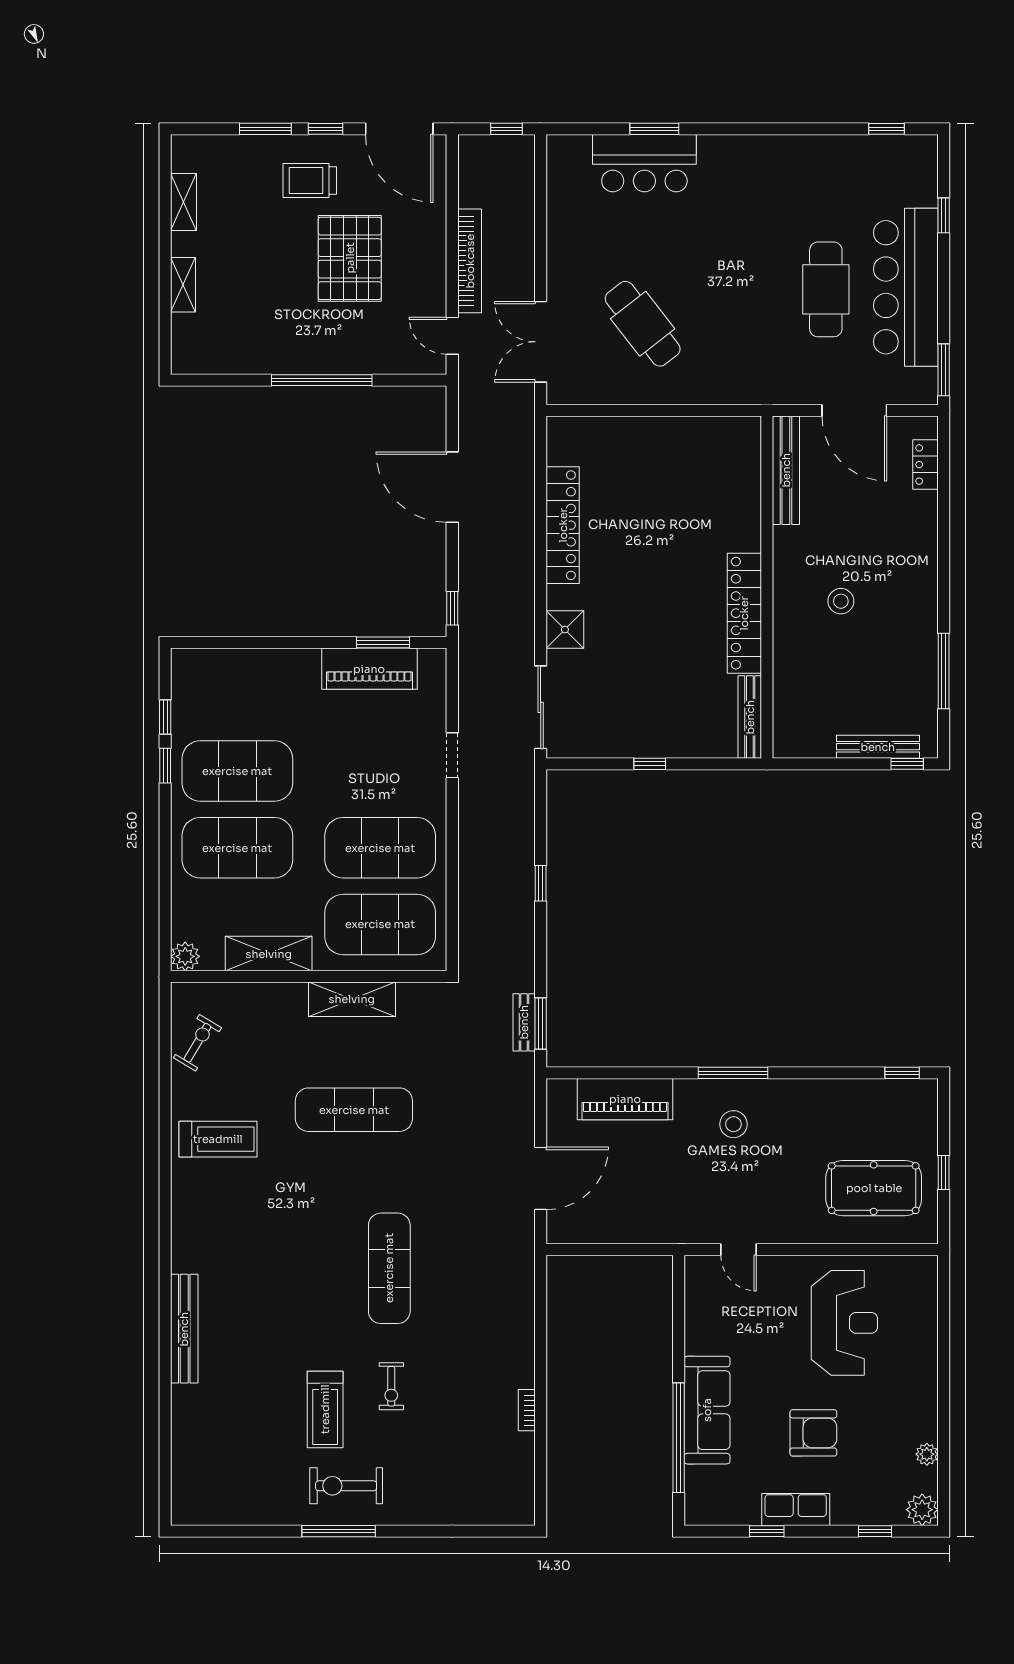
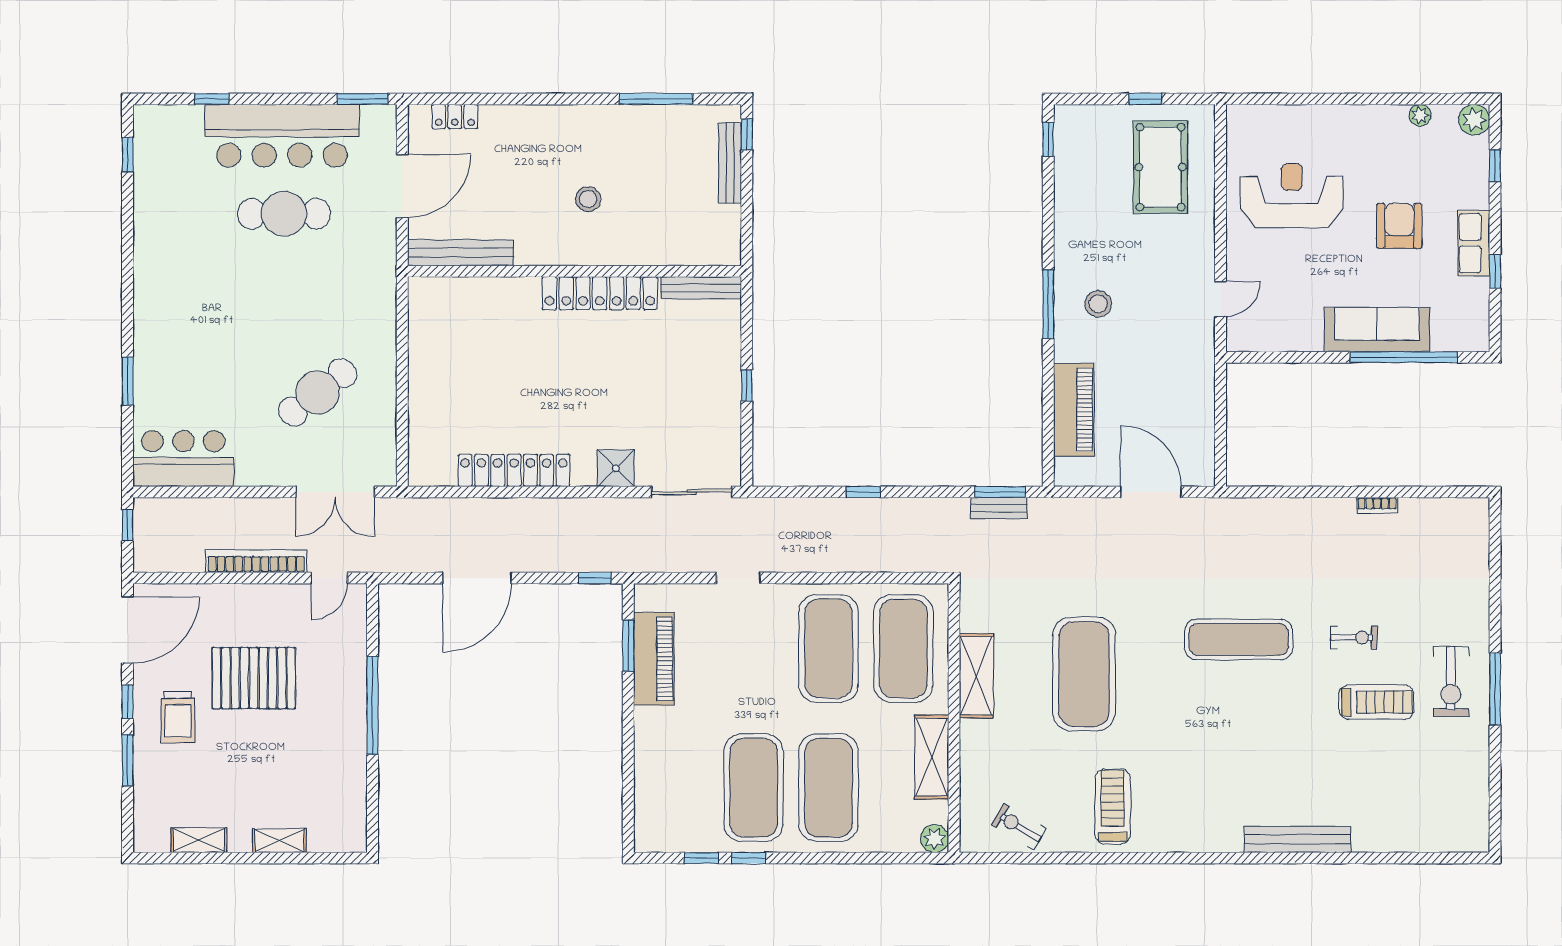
bar counter: (644, 163) -> (183, 459), moved, turned -90
exercise mat: (354, 1110) -> (1084, 674), width x1.47

